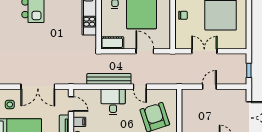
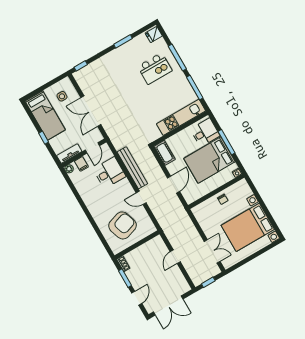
double door: (204, 51) -> (212, 251), moved
door: (140, 87) -> (141, 198), hinge flipped
door: (209, 87) -> (175, 257), swing flipped
desk: (113, 102) -> (109, 173), moved

